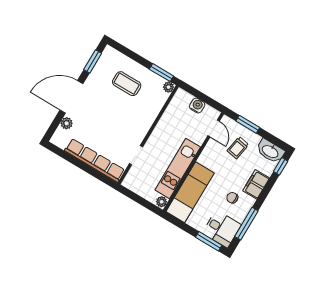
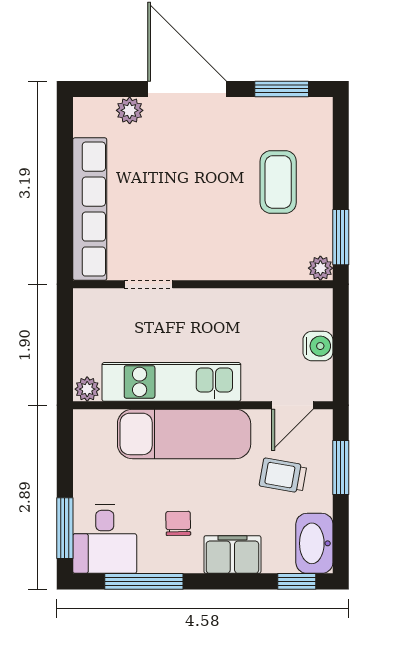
exam couch: (190, 192) -> (184, 434), moved

